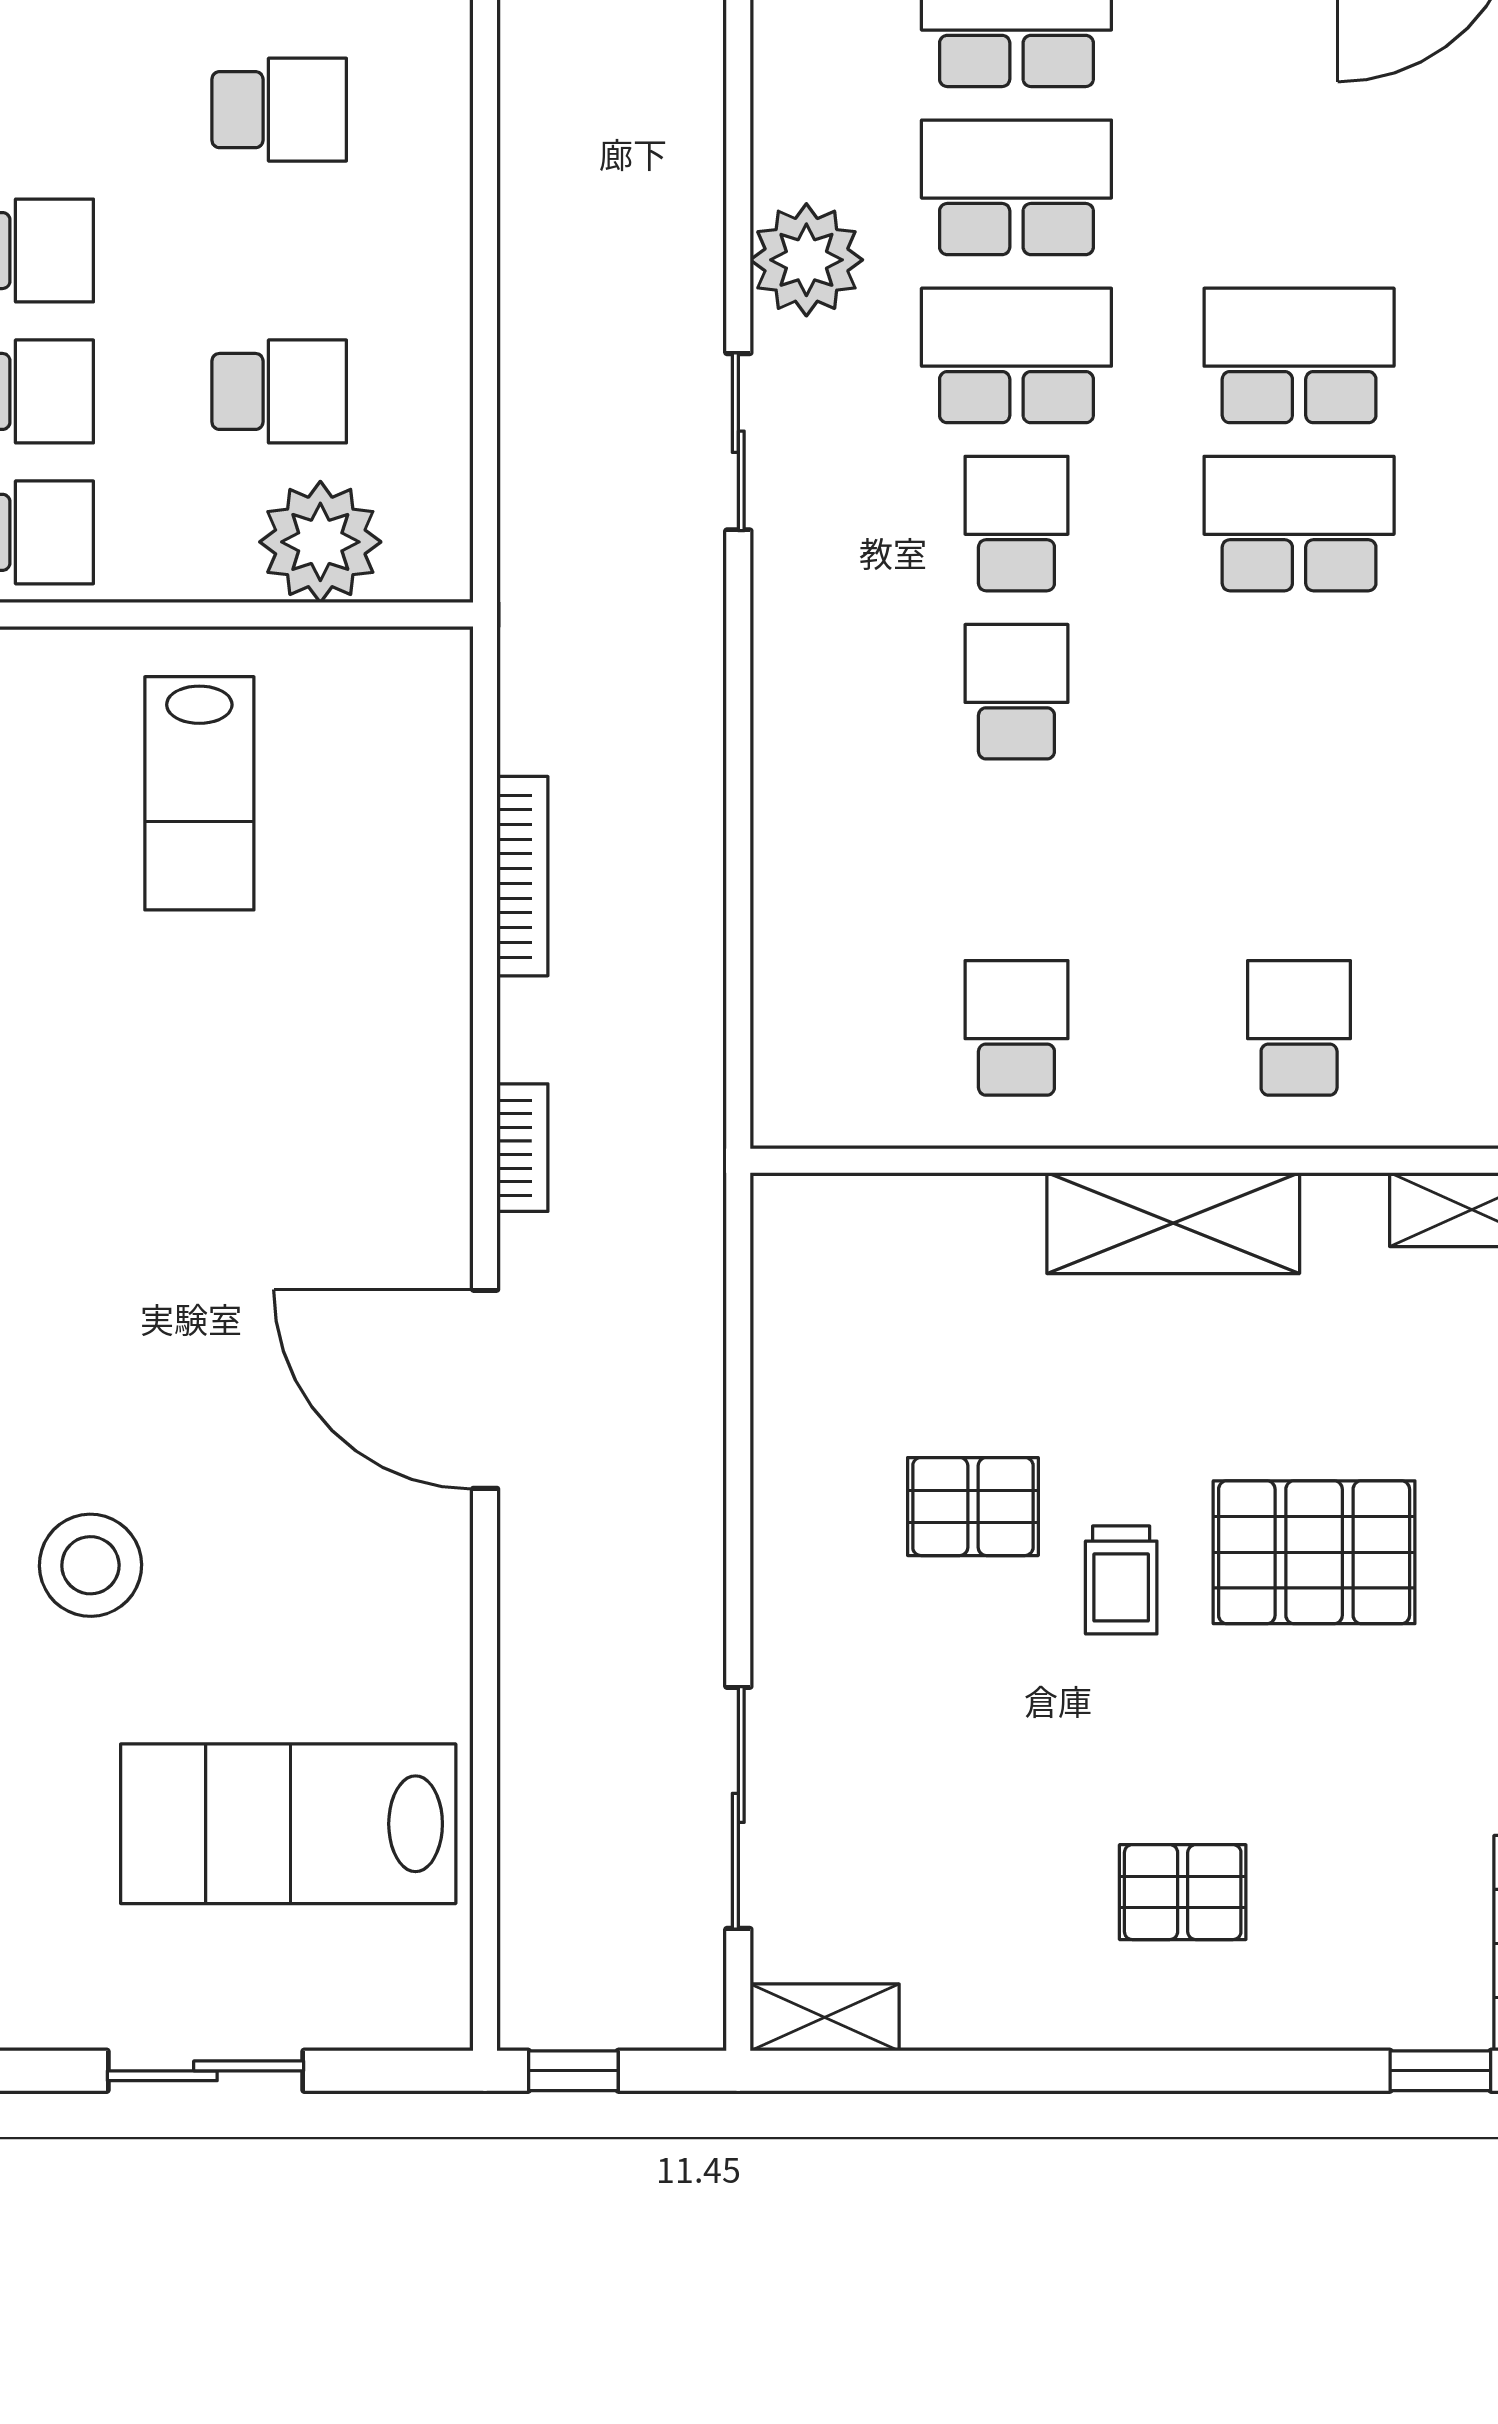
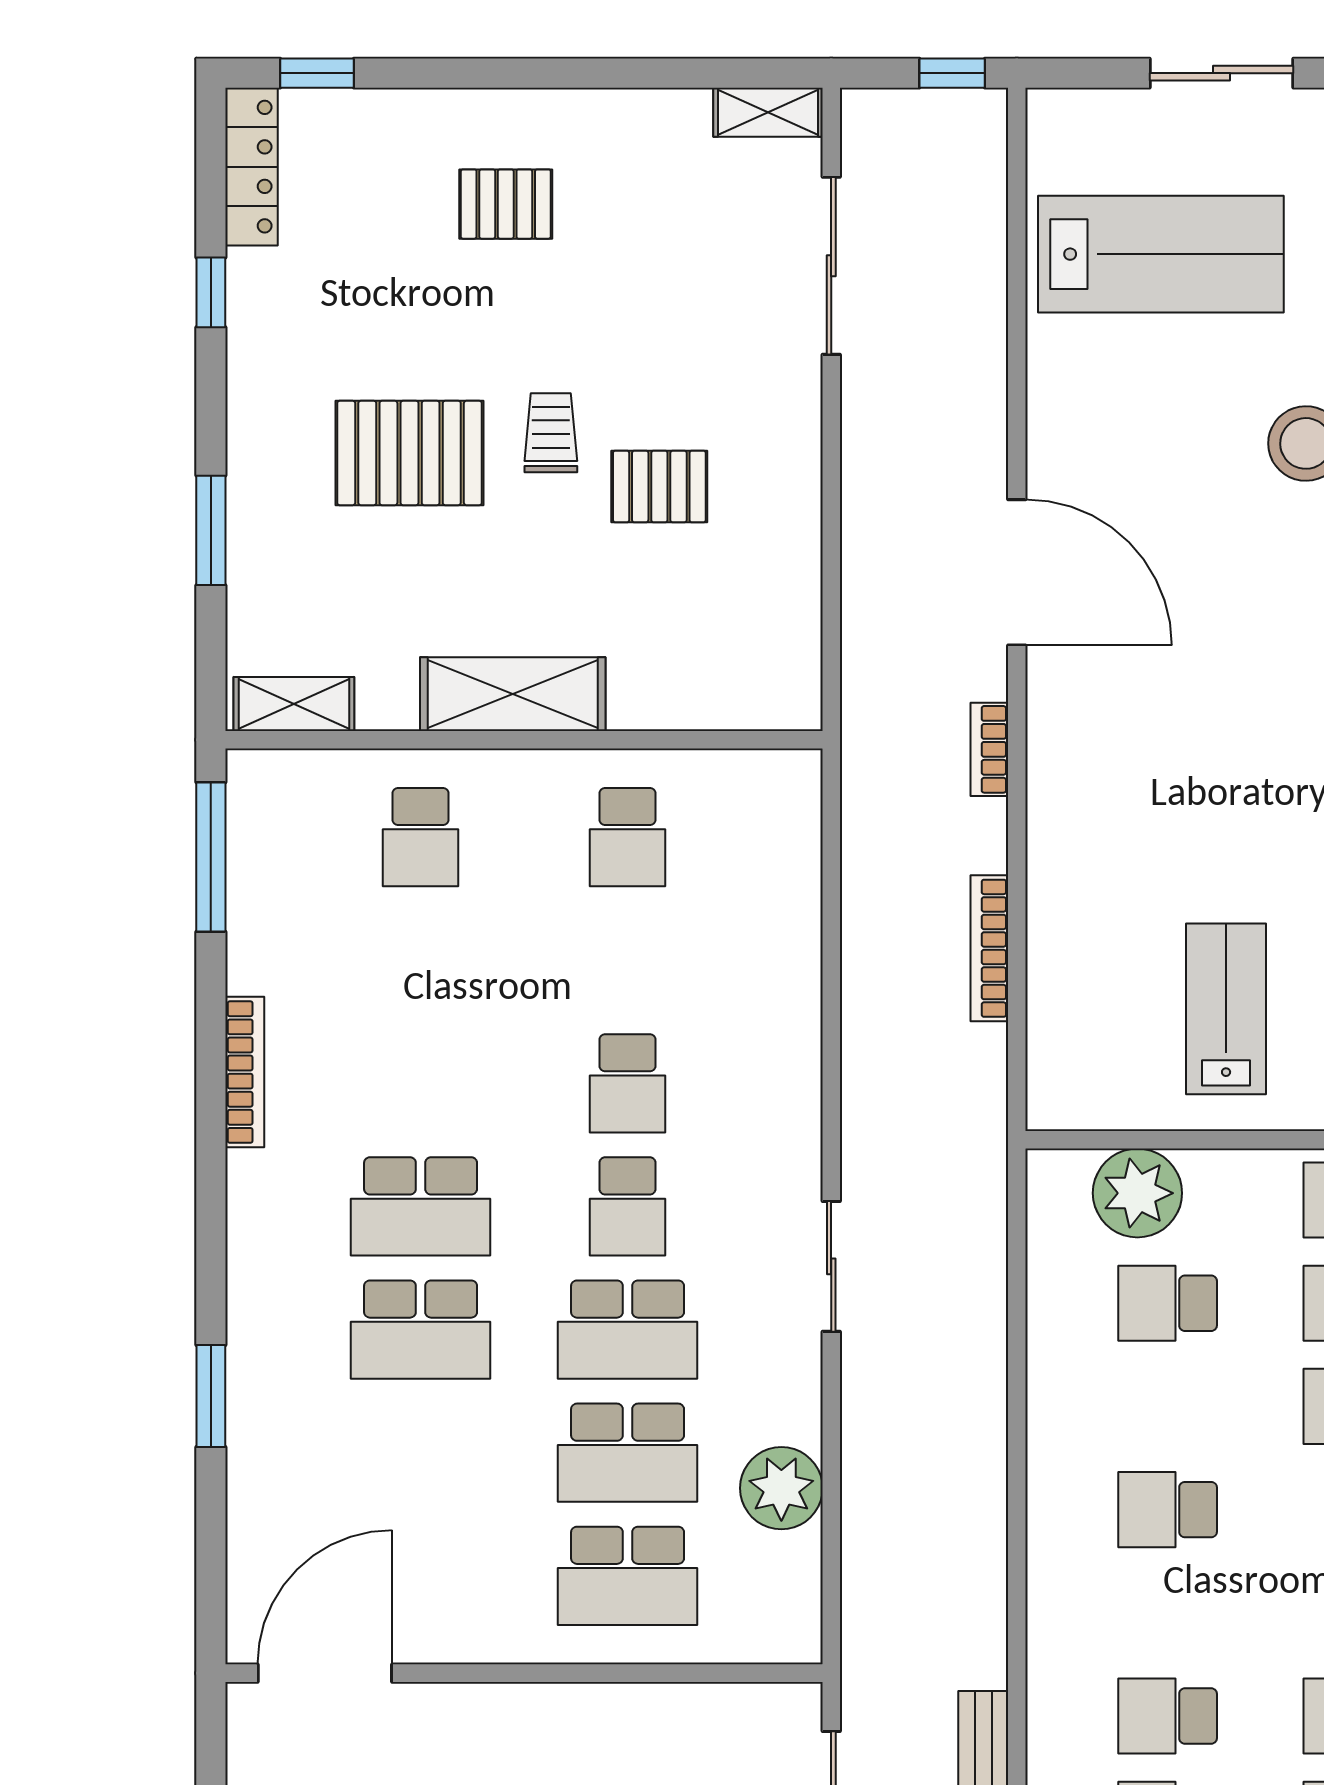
plant: (806, 260) -> (781, 1488), moved

